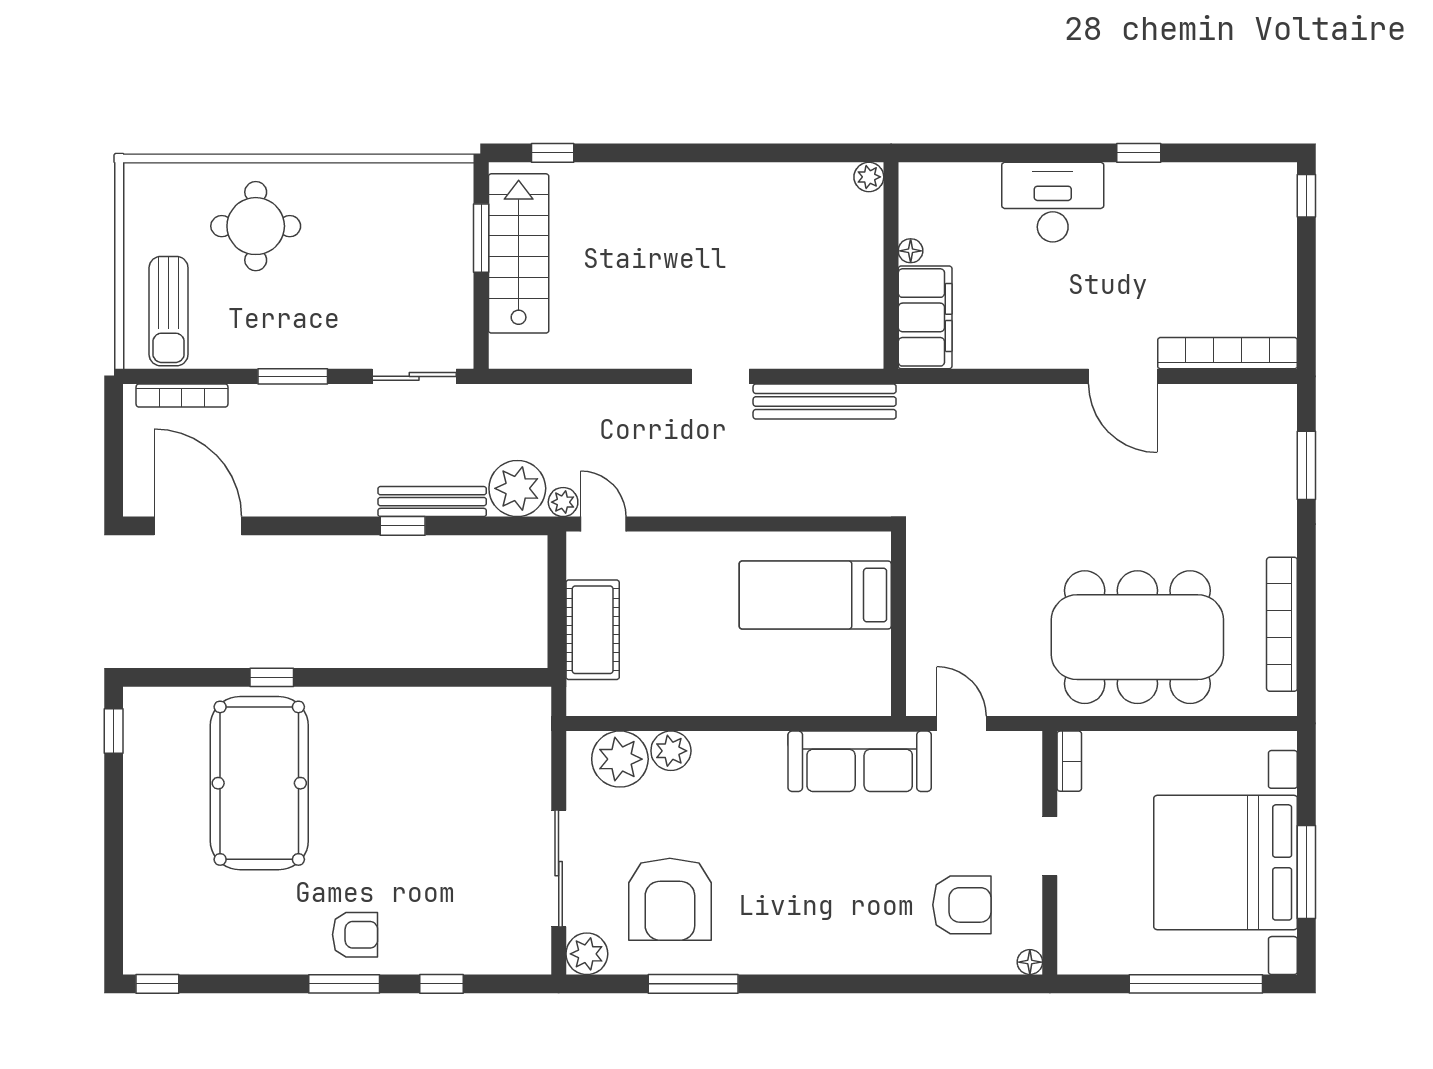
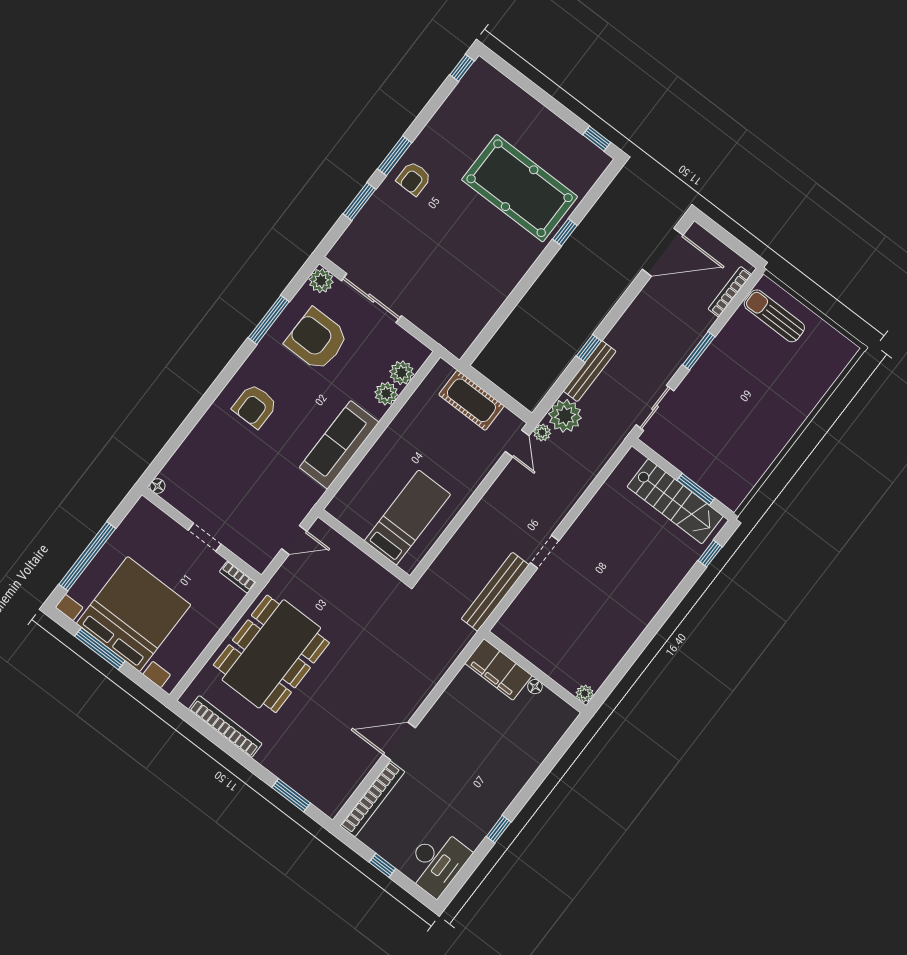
window: (1306, 196) -> (382, 865), moved
desk: (1053, 202) -> (437, 862), moved
round table: (256, 226) -> (783, 388), removed
door: (603, 524) -> (517, 444), hinge flipped
plant: (620, 759) -> (402, 373), width x0.73, depth x0.73
sofa: (860, 761) -> (339, 445), moved
armchair: (962, 905) -> (255, 406), moved
window: (442, 984) -> (359, 202), width x1.50

